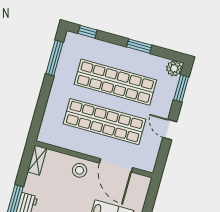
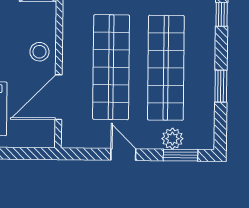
plant: (174, 68) -> (172, 139), moved
door: (170, 130) -> (123, 154), hinge flipped

